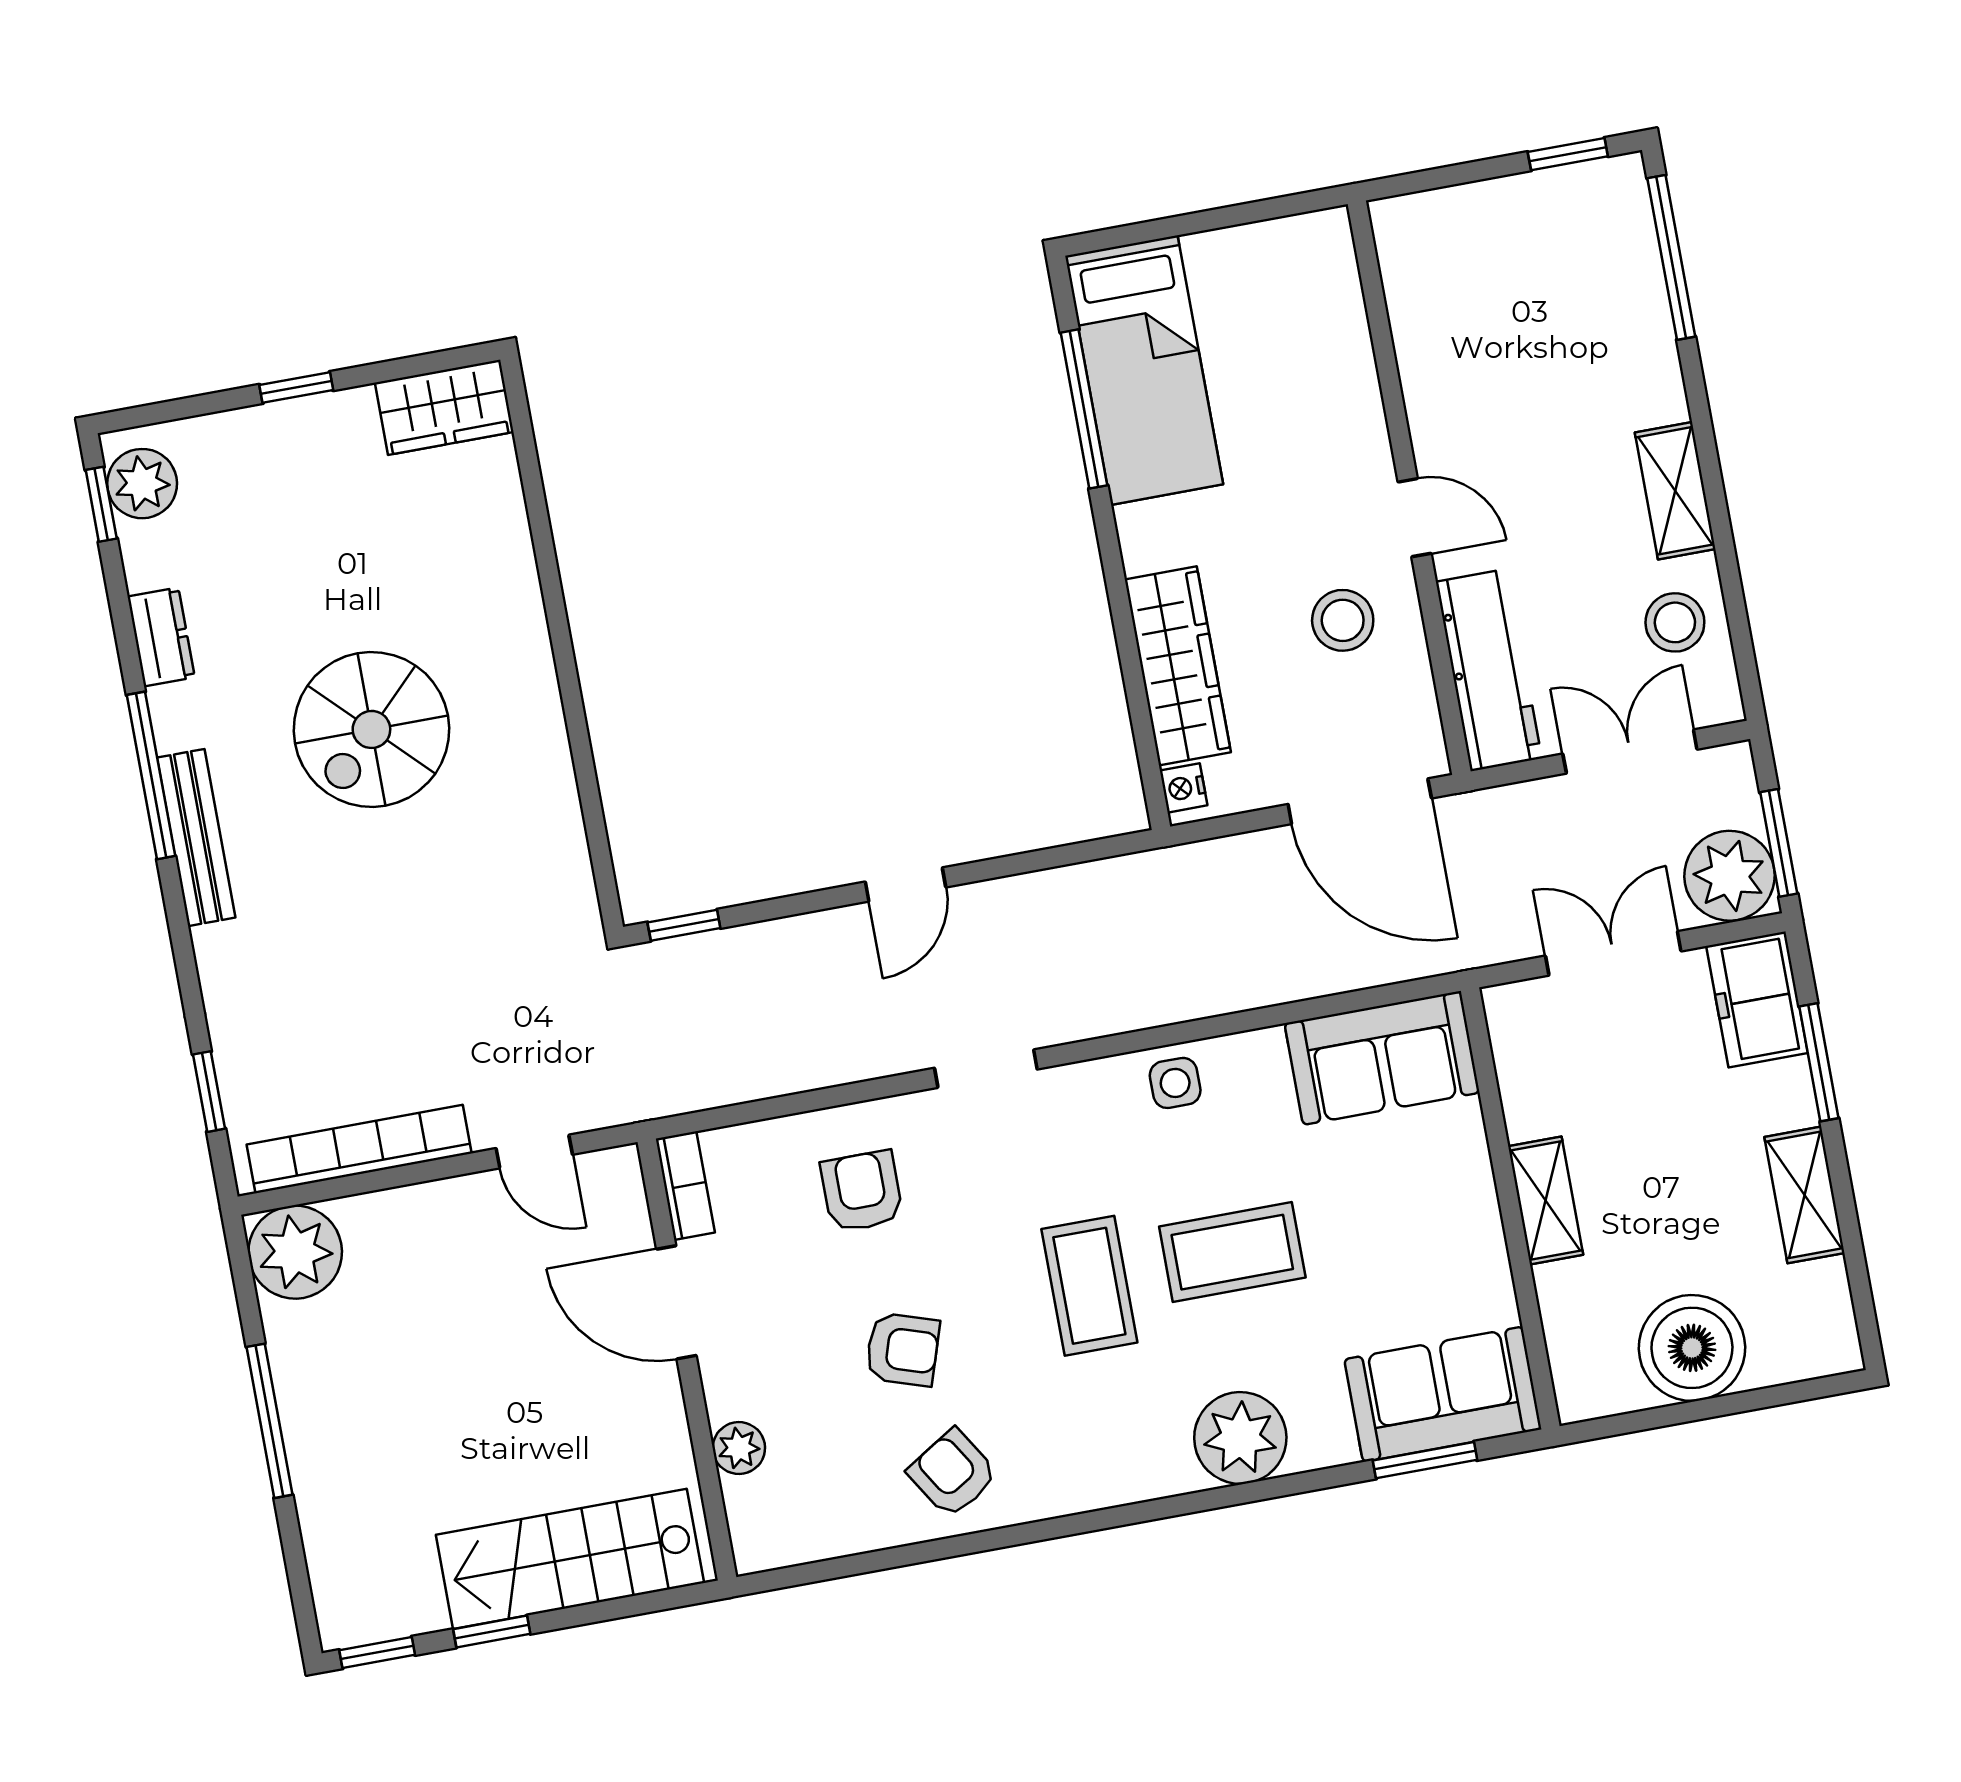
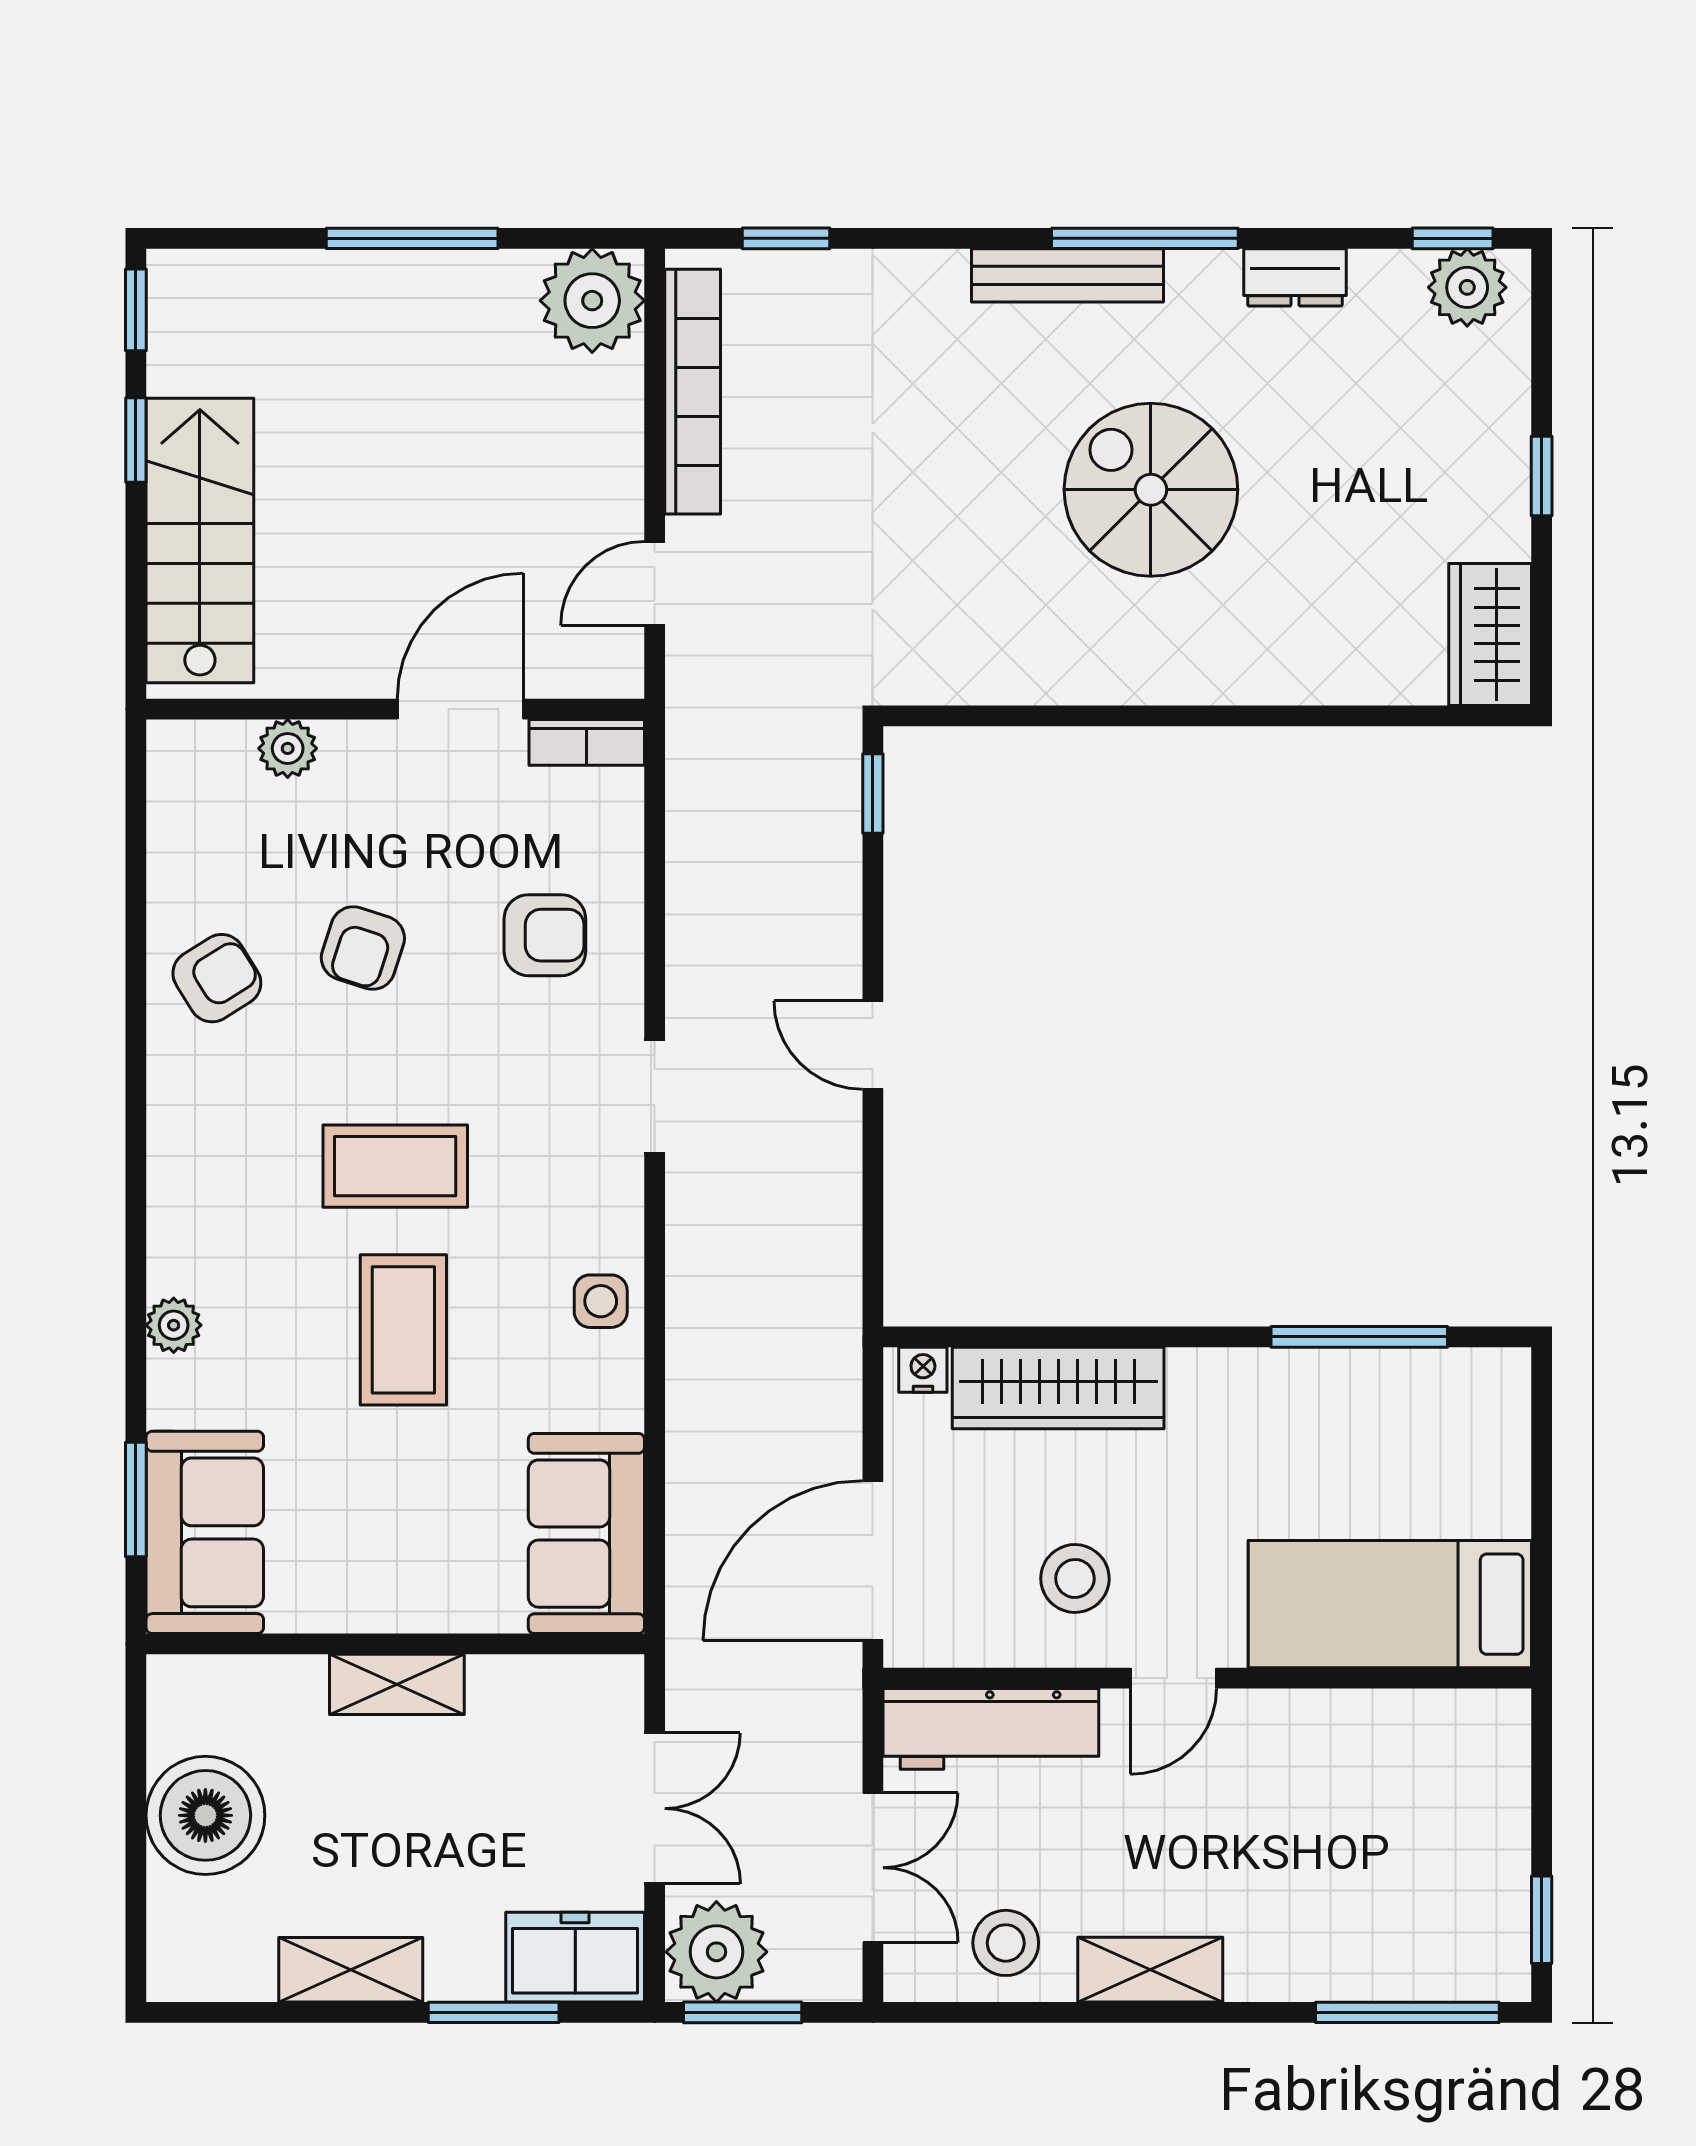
bed: (1144, 370) -> (1390, 1604), moved
plant: (1240, 1438) -> (174, 1325), width x0.53, depth x0.53

